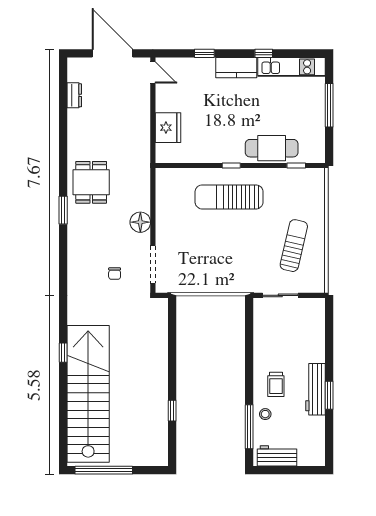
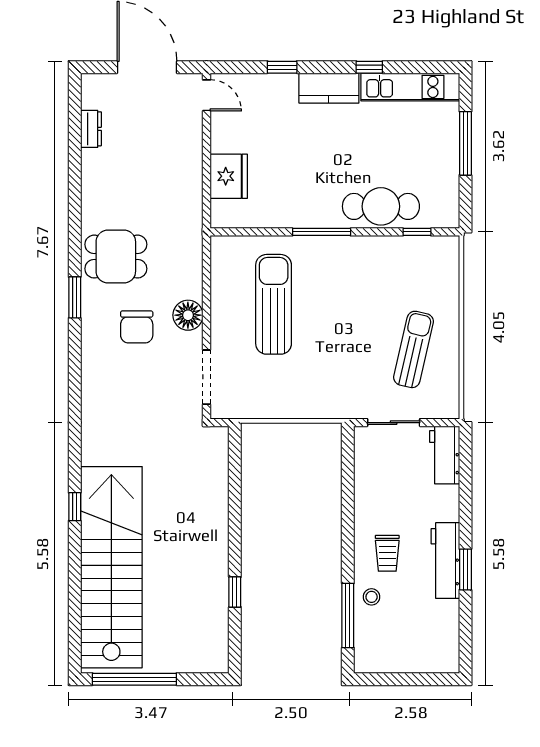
window: (231, 166) -> (322, 232), width x2.17
dining table: (91, 182) -> (116, 257), turned 90
sun lounger: (229, 197) -> (274, 304), moved, turned 90
chair: (115, 274) -> (137, 327), moved, width x1.87, depth x1.87
workbench: (277, 456) -> (445, 455), moved, turned -90

